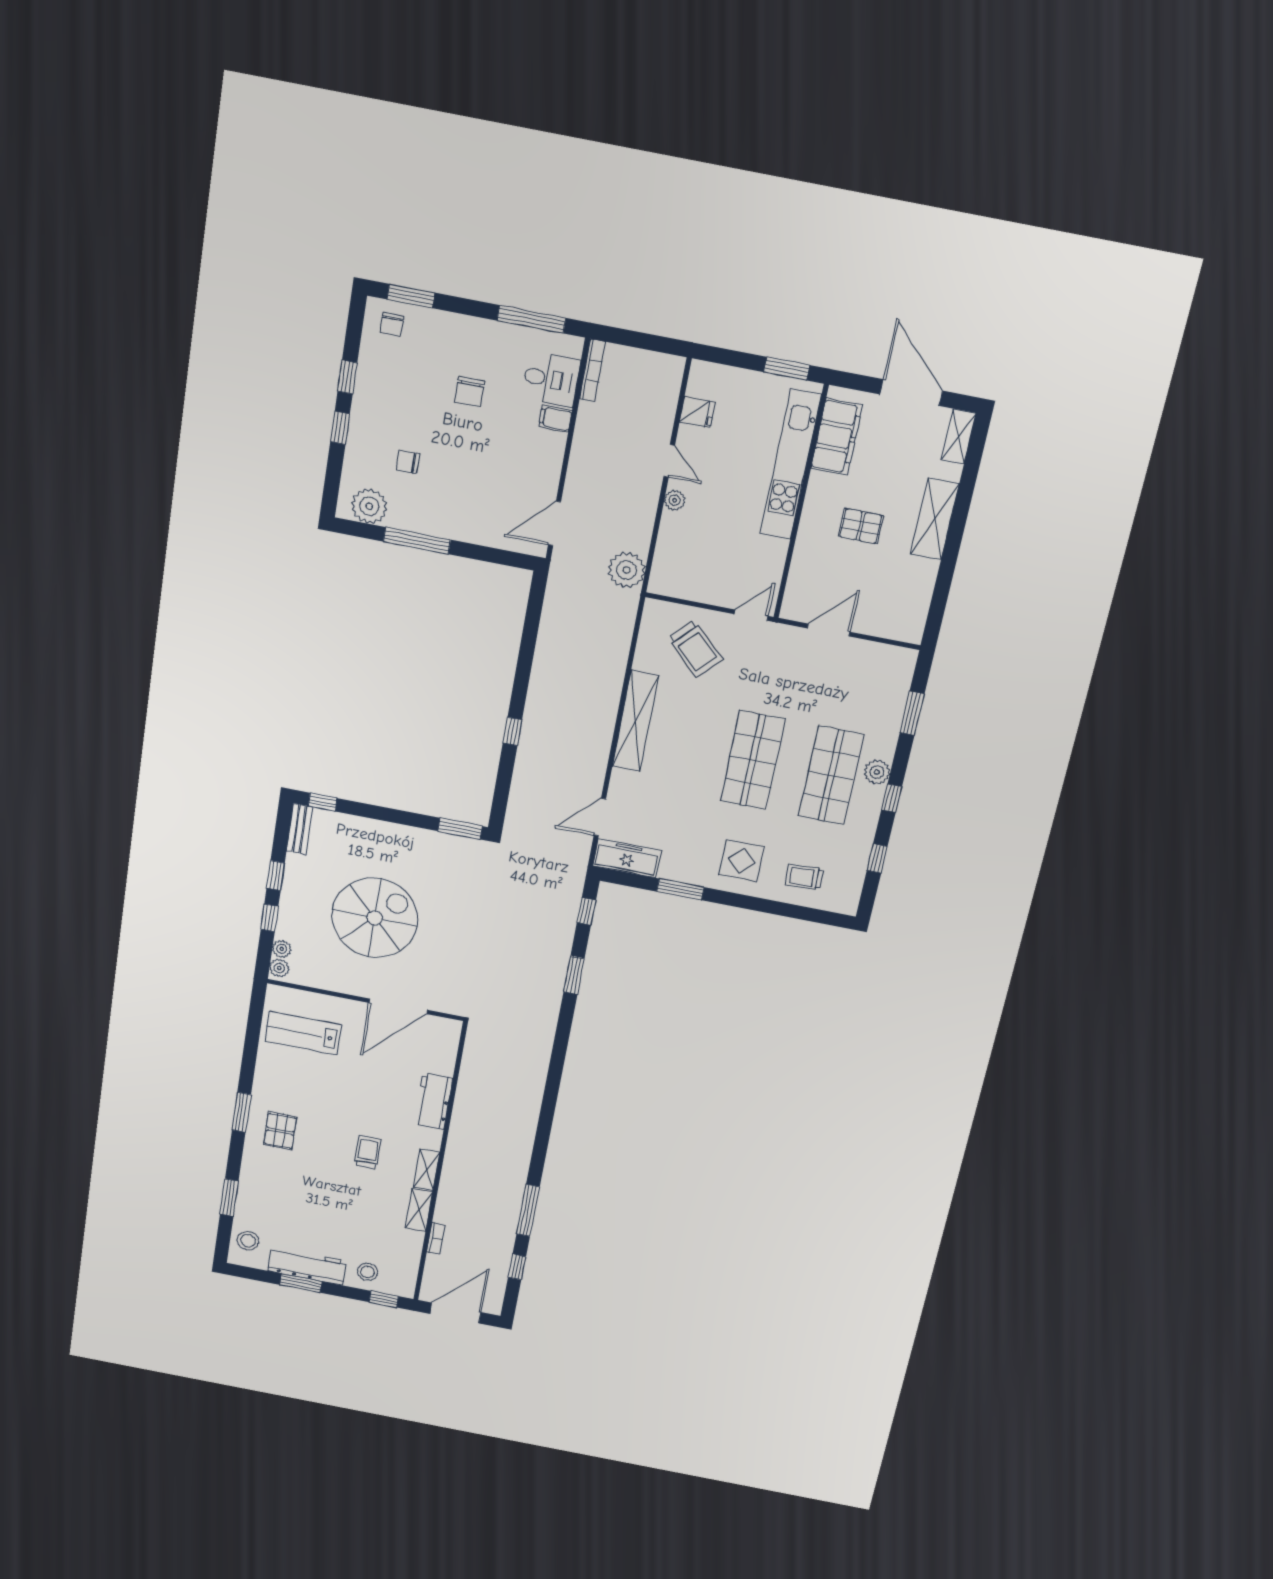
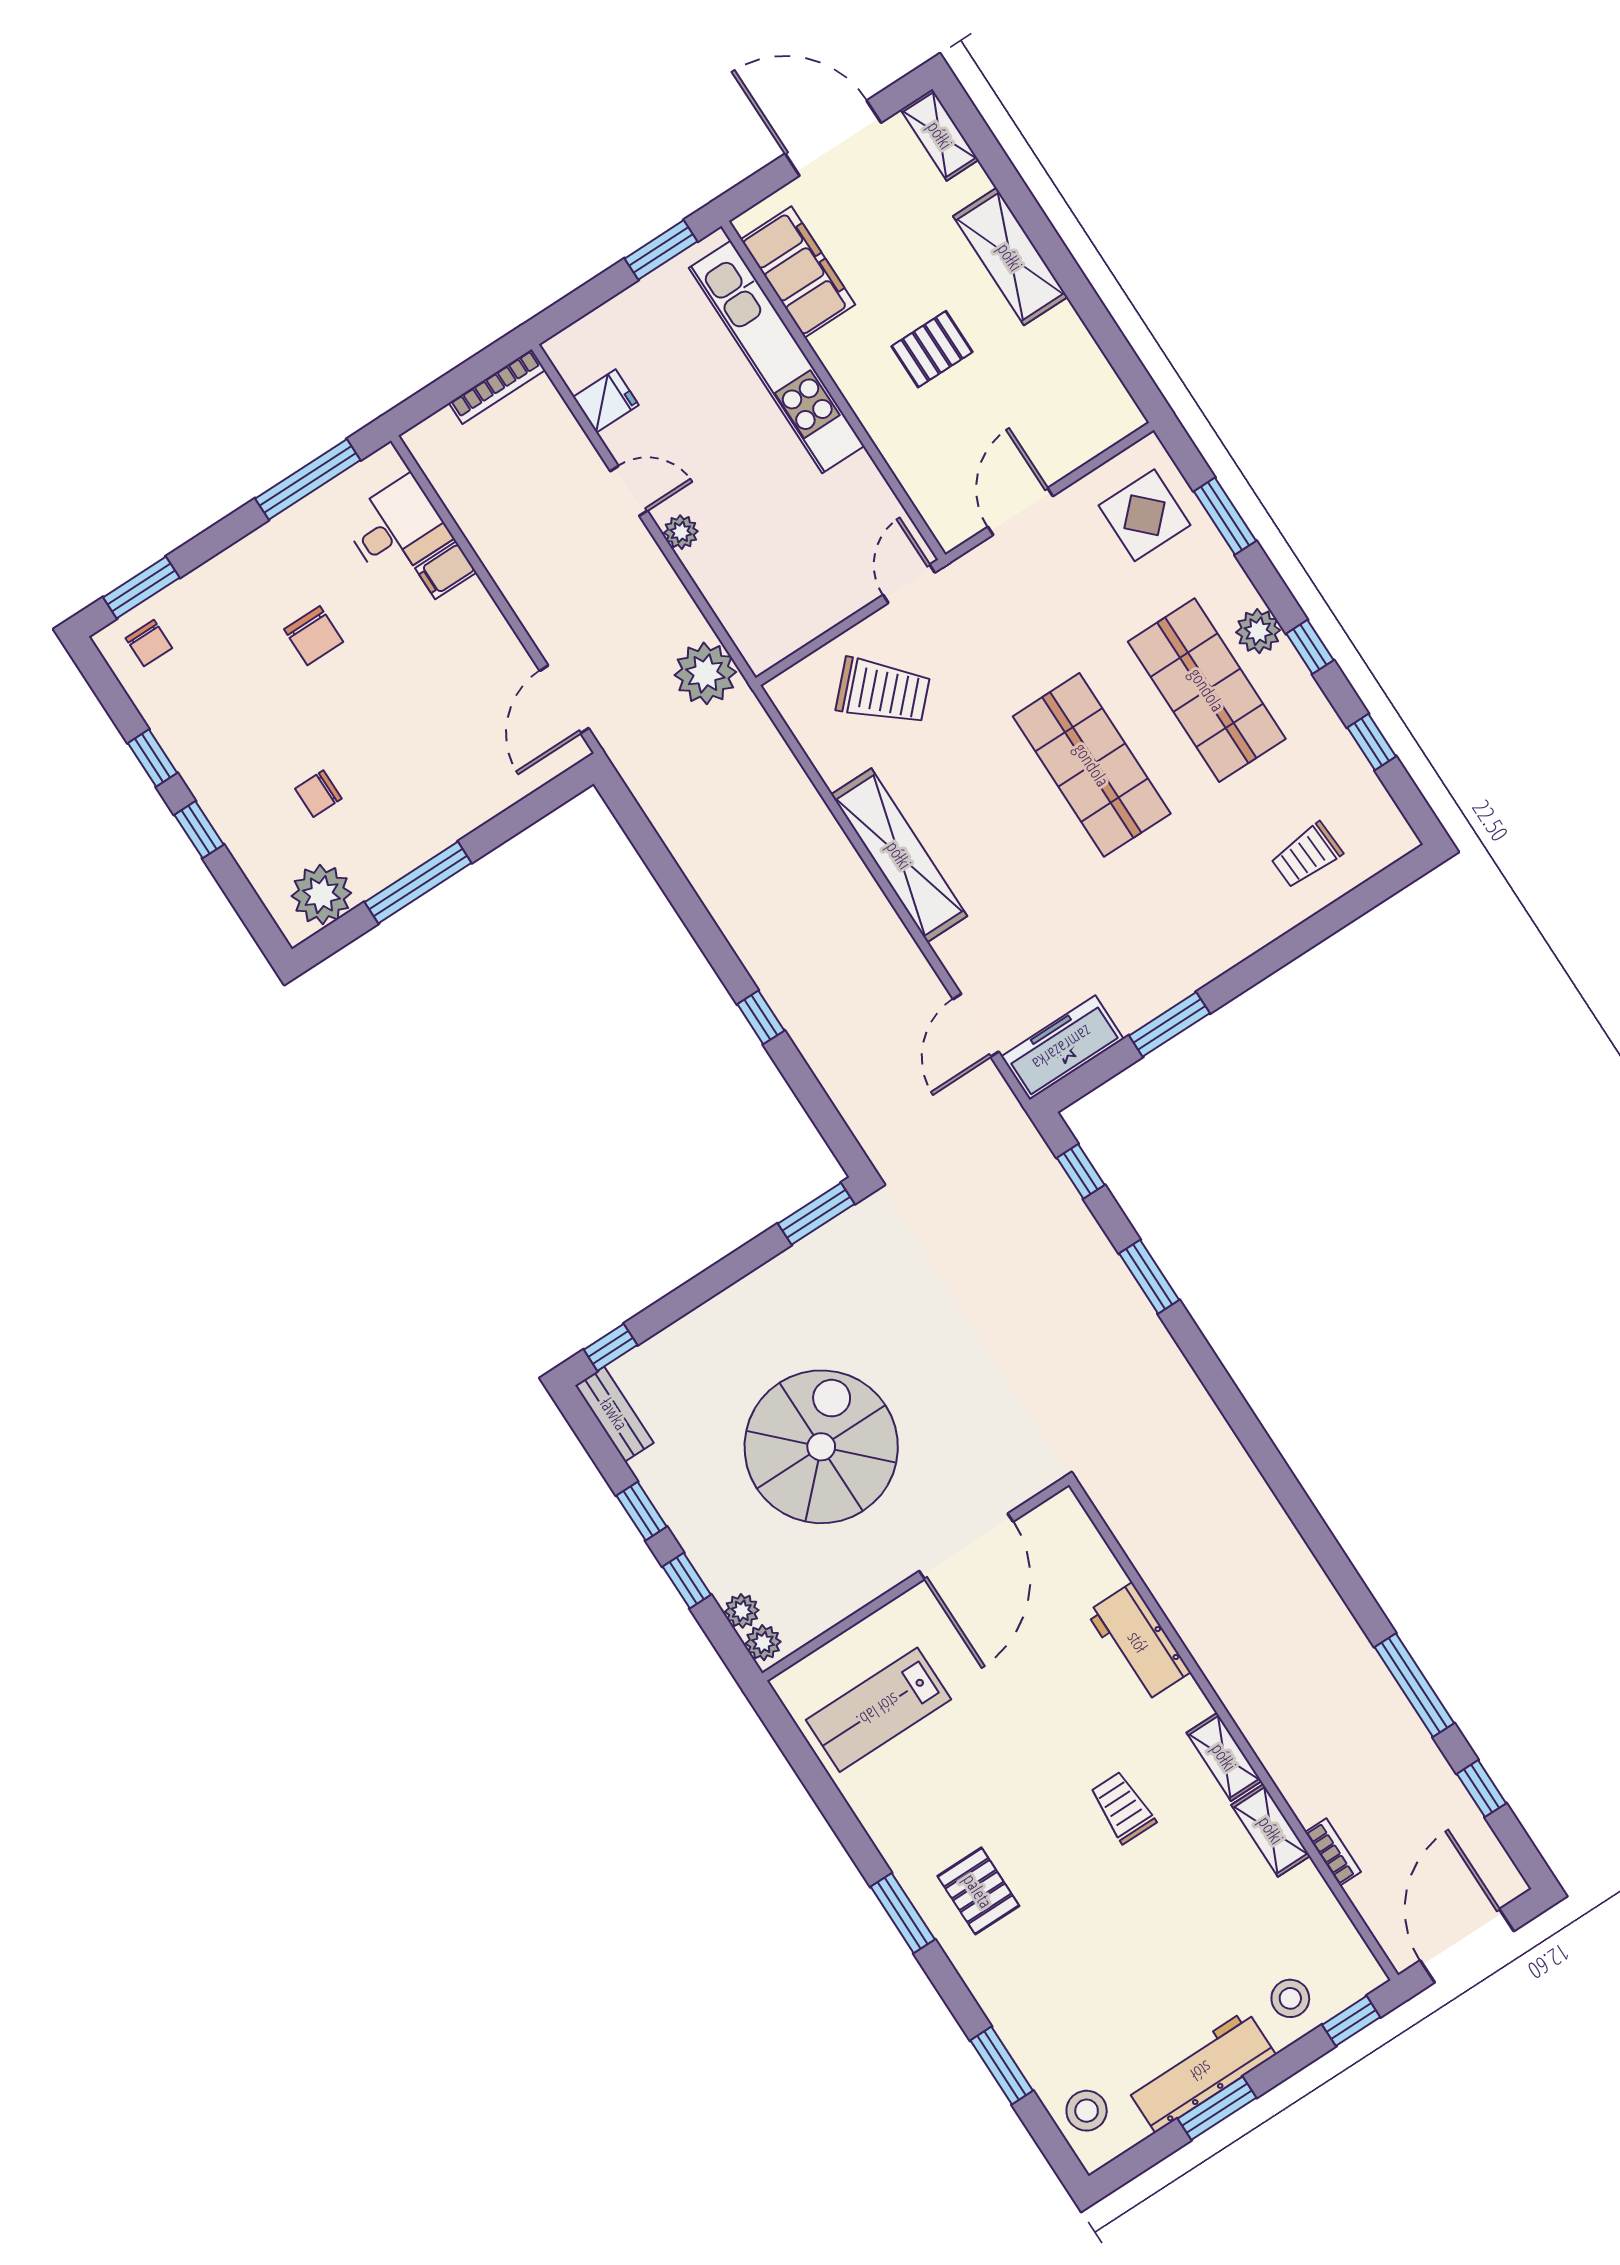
bookcase: (592, 370) -> (497, 387), moved, turned 90
display table: (741, 861) -> (1144, 515), moved

